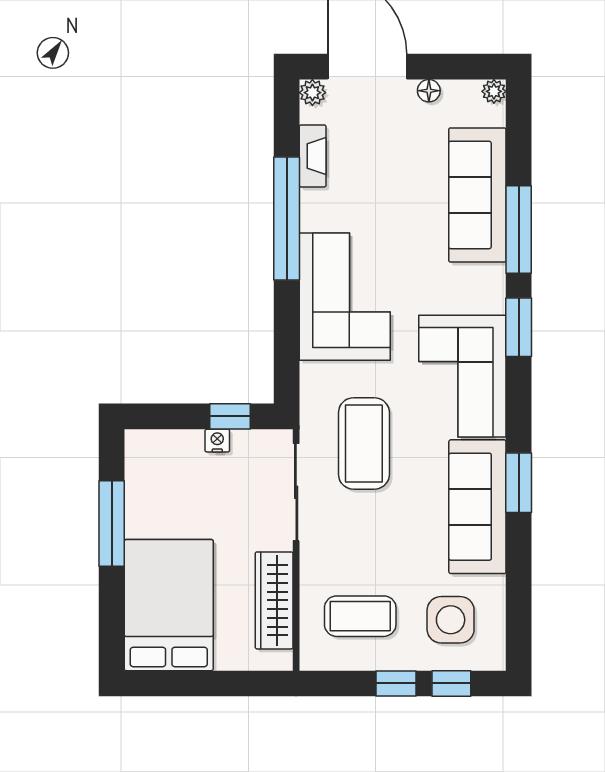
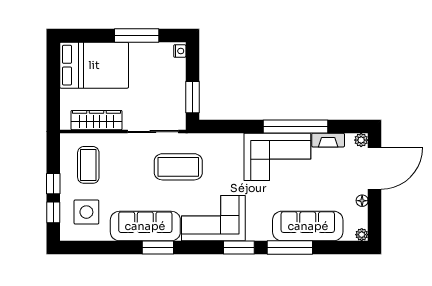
corner sofa: (345, 297) -> (277, 157), moved
window: (230, 416) -> (192, 97), width x1.50
nightstand: (217, 441) -> (180, 51), moved

